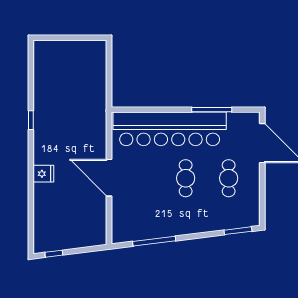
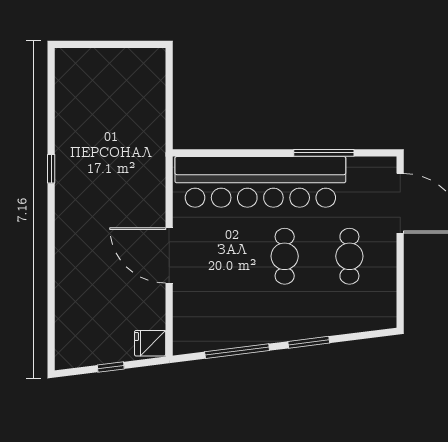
fridge: (43, 174) -> (150, 343), moved, turned 180
window: (238, 231) -> (309, 342), moved
window: (54, 254) -> (111, 367), moved

